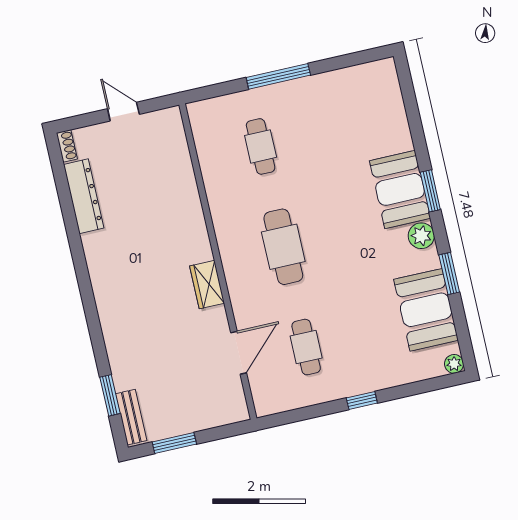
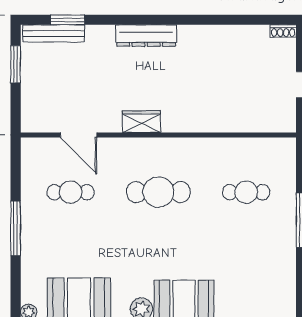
dresser: (84, 196) -> (146, 36), moved
window: (362, 400) -> (16, 228), width x2.17
bench: (131, 417) -> (54, 33), width x1.36

